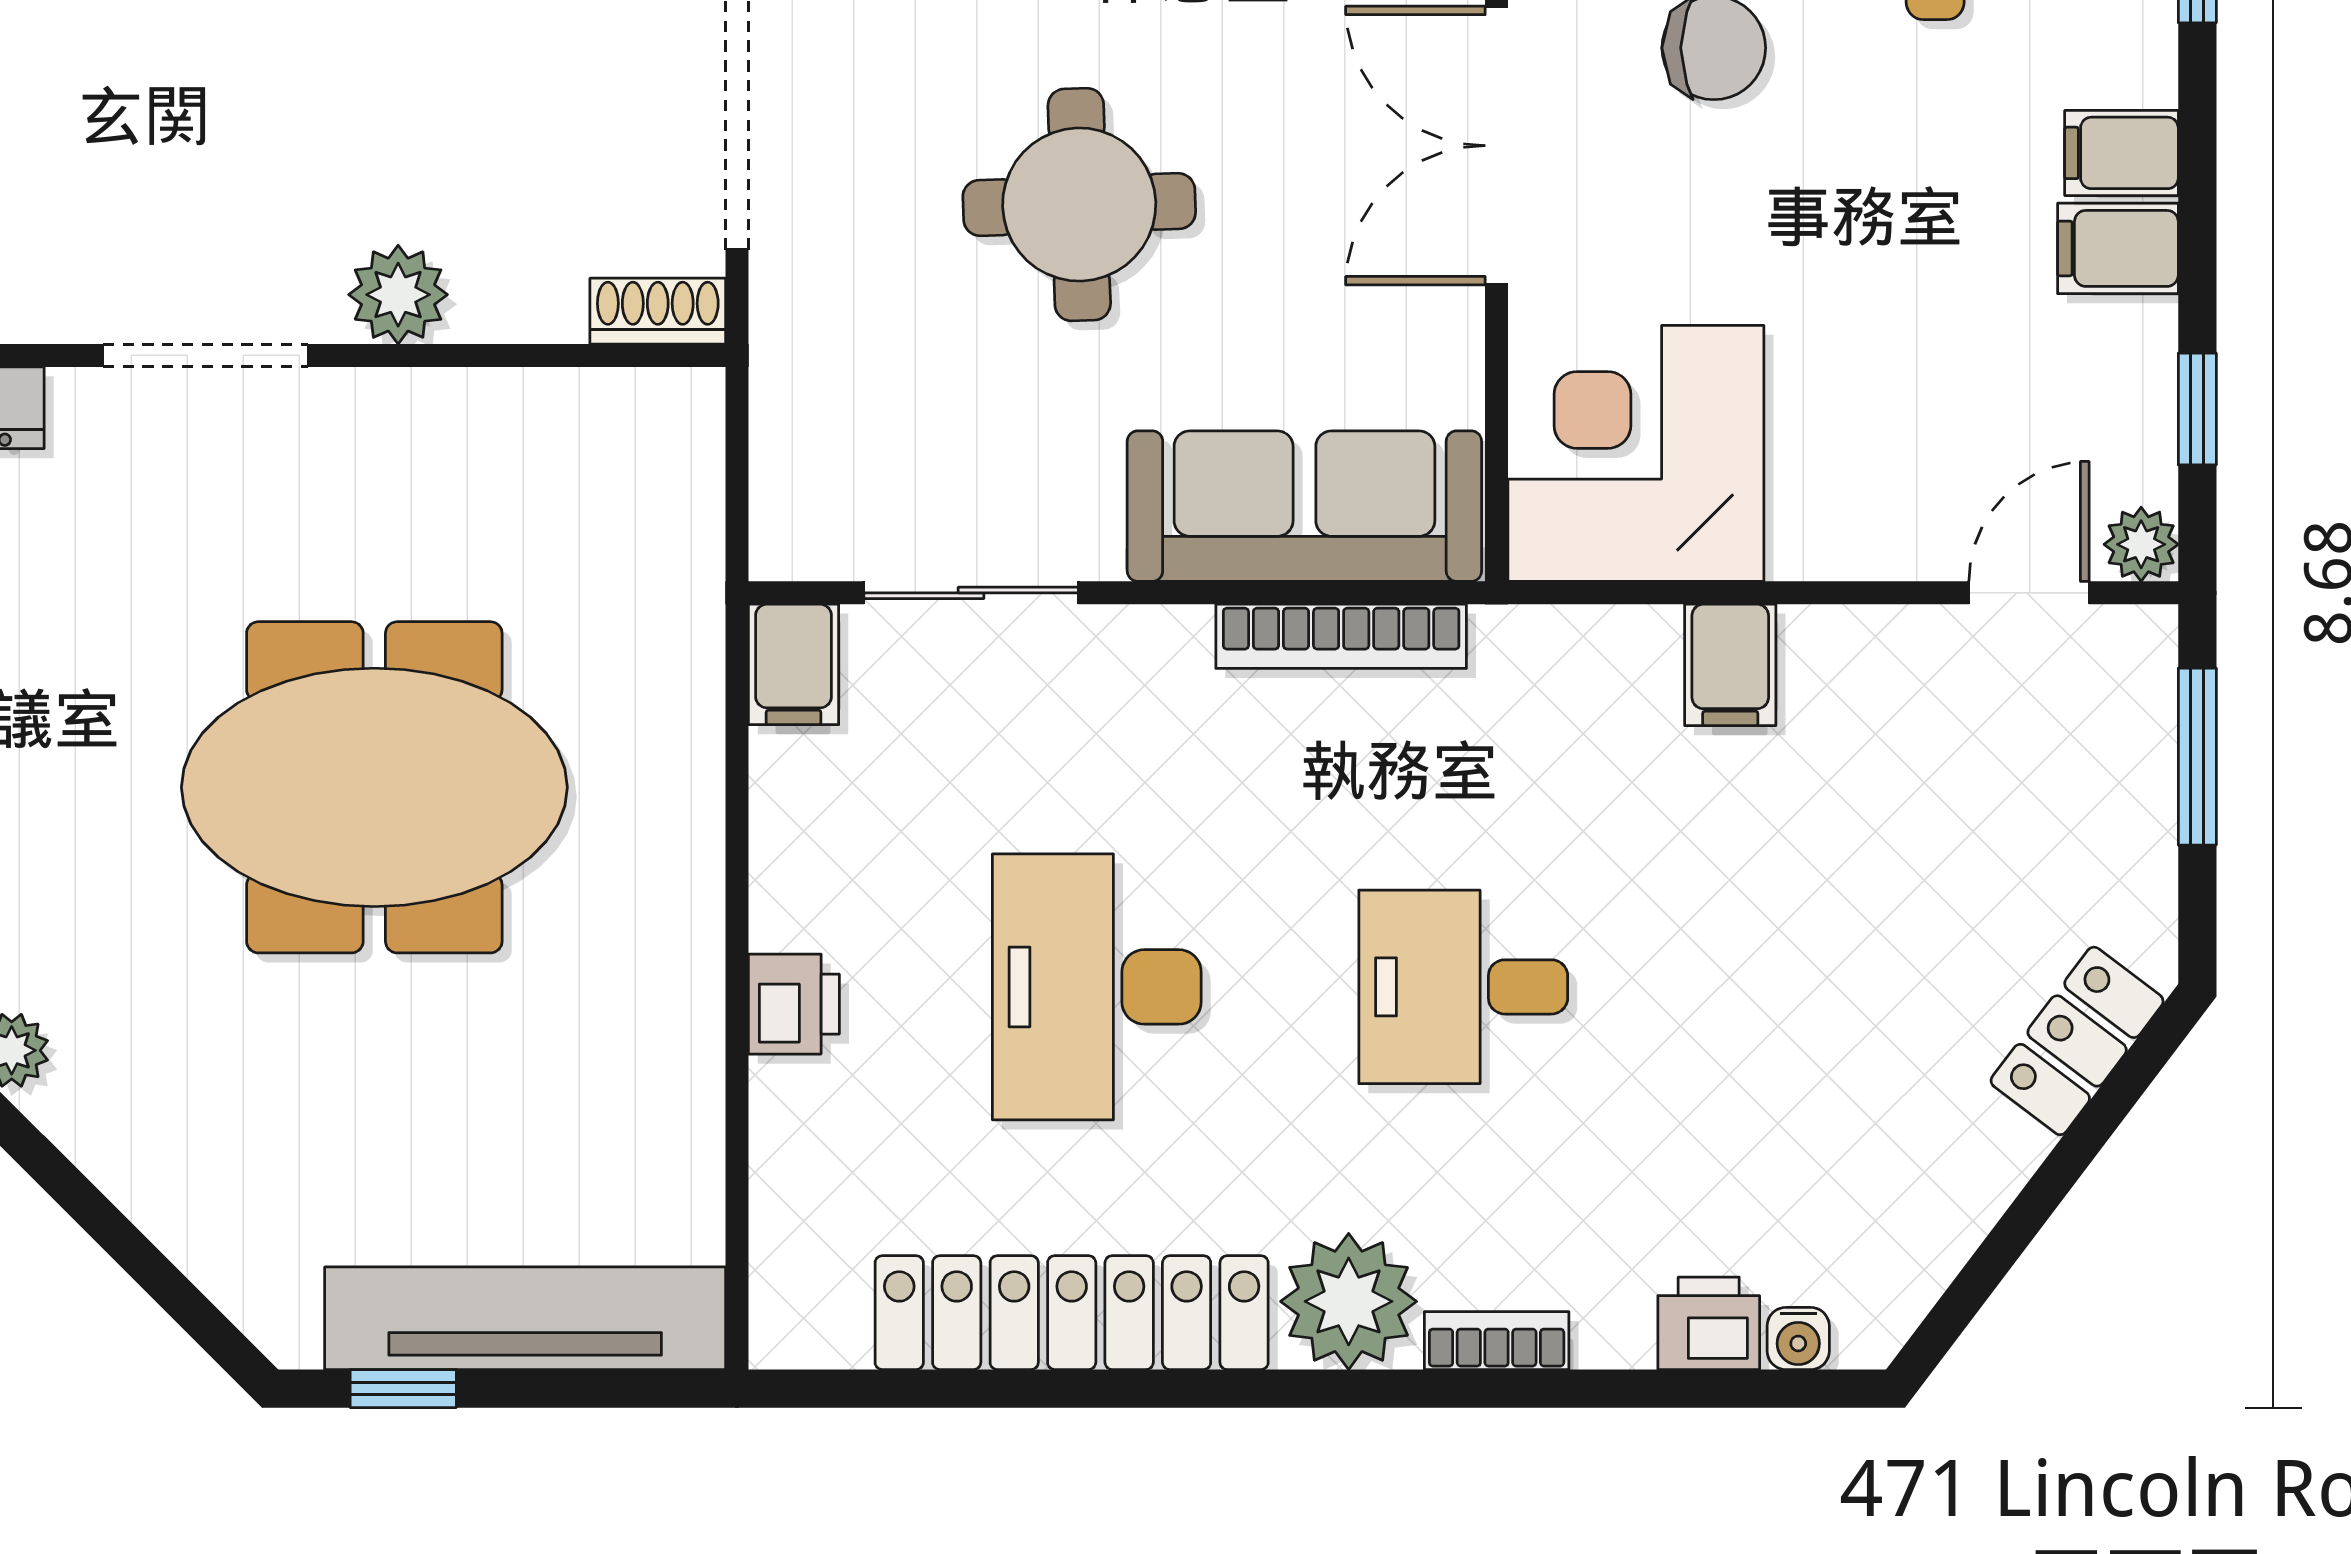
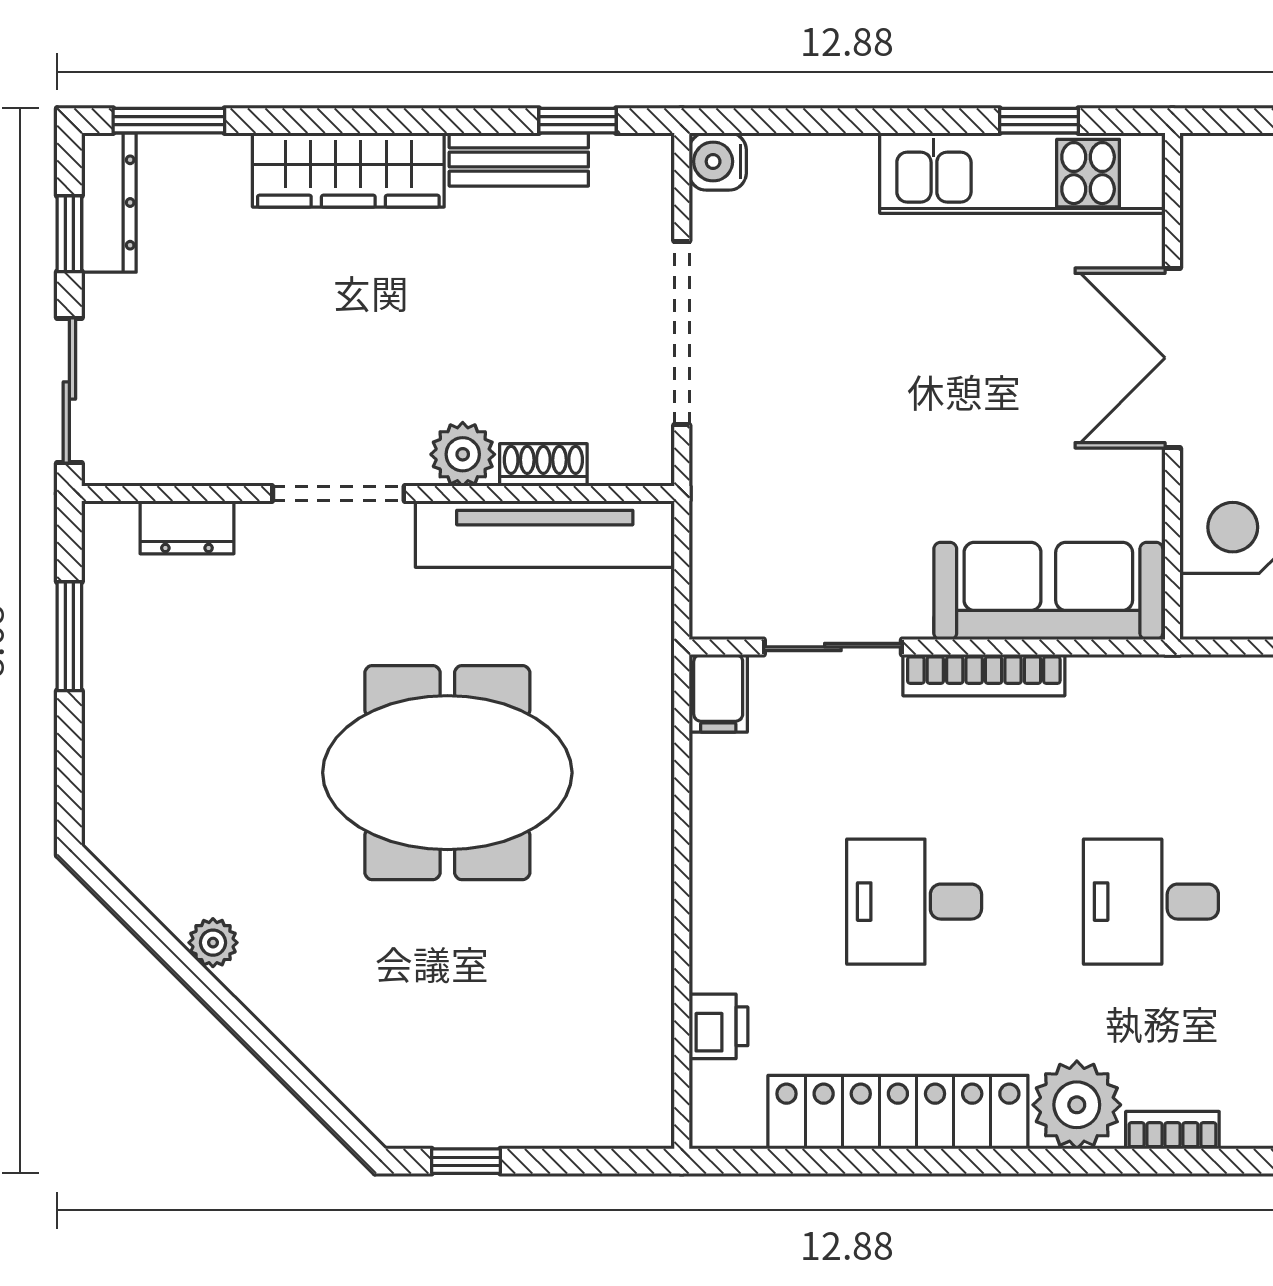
round table: (1079, 205) -> (903, 396), removed
shoe rack: (658, 311) -> (543, 465), moved
bookcase: (1341, 636) -> (984, 675), moved
desk: (1097, 987) -> (914, 902), width x0.73
printer: (794, 1004) -> (718, 1026), moved
tv unit: (525, 1318) -> (545, 534), moved, turned 180

